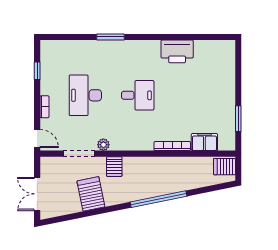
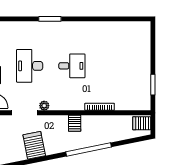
printer: (177, 51) -> (104, 30), removed
filing cabinet: (204, 142) -> (126, 104), removed
server rack: (114, 167) -> (75, 123), moved

